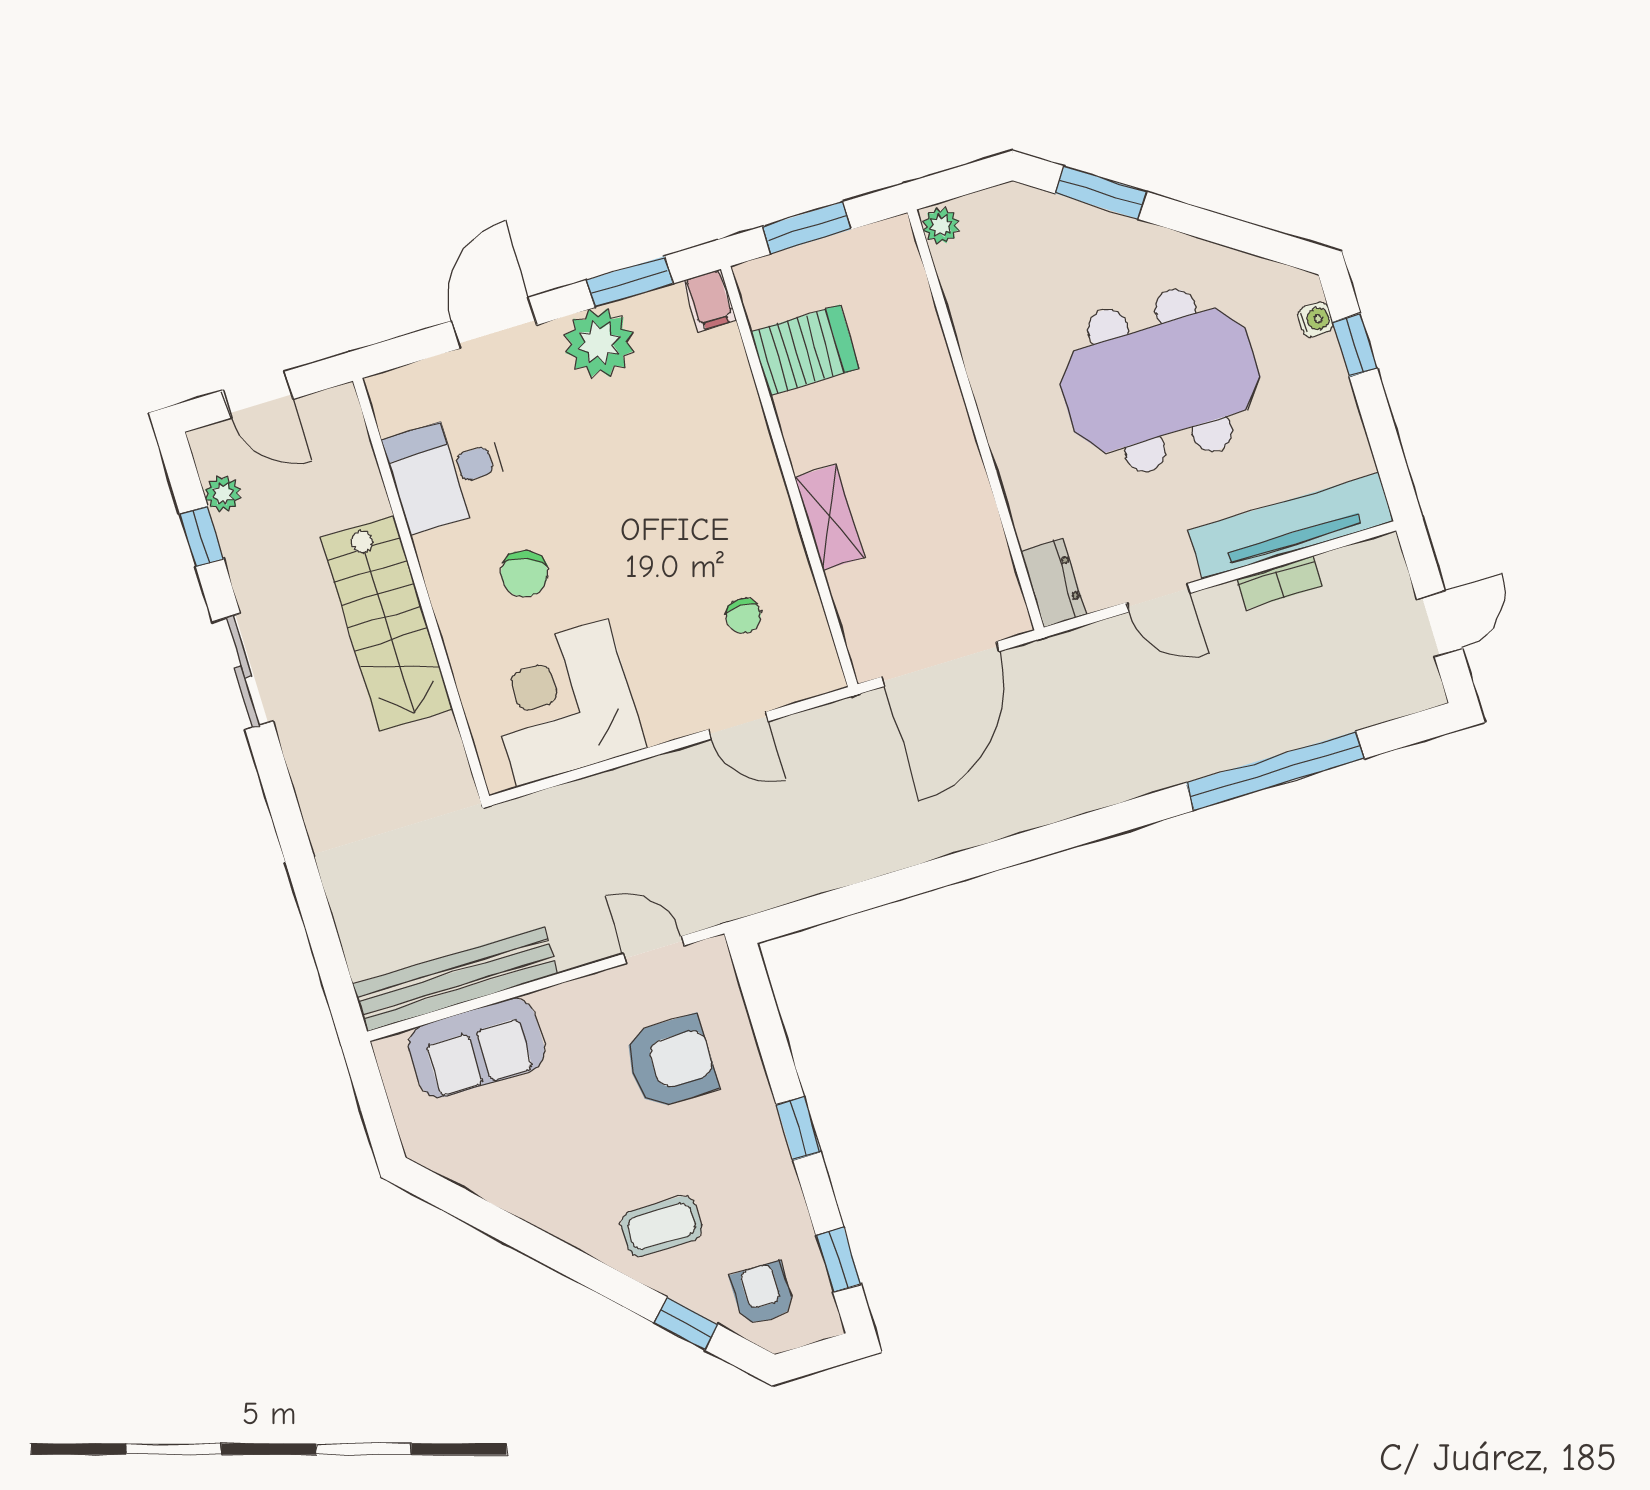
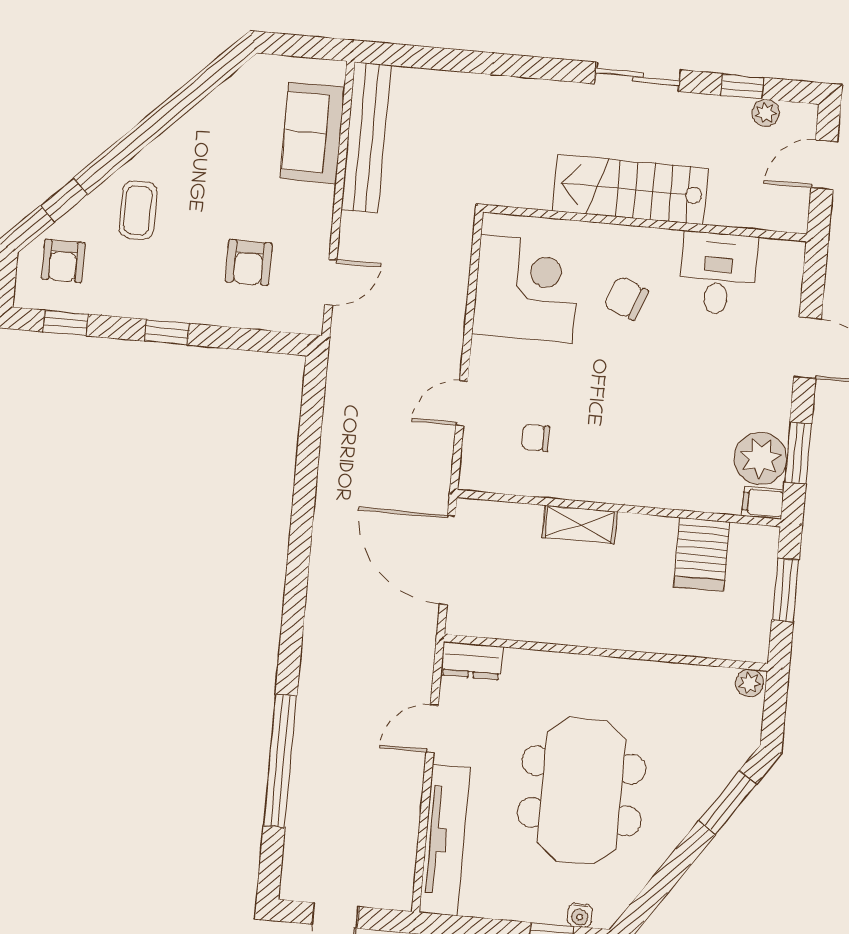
plant: (599, 343) -> (760, 458), moved
bookcase: (1280, 583) -> (409, 817), removed
armchair: (670, 1062) -> (249, 262), width x0.72, depth x0.72
armchair: (762, 1294) -> (63, 261), turned 90

